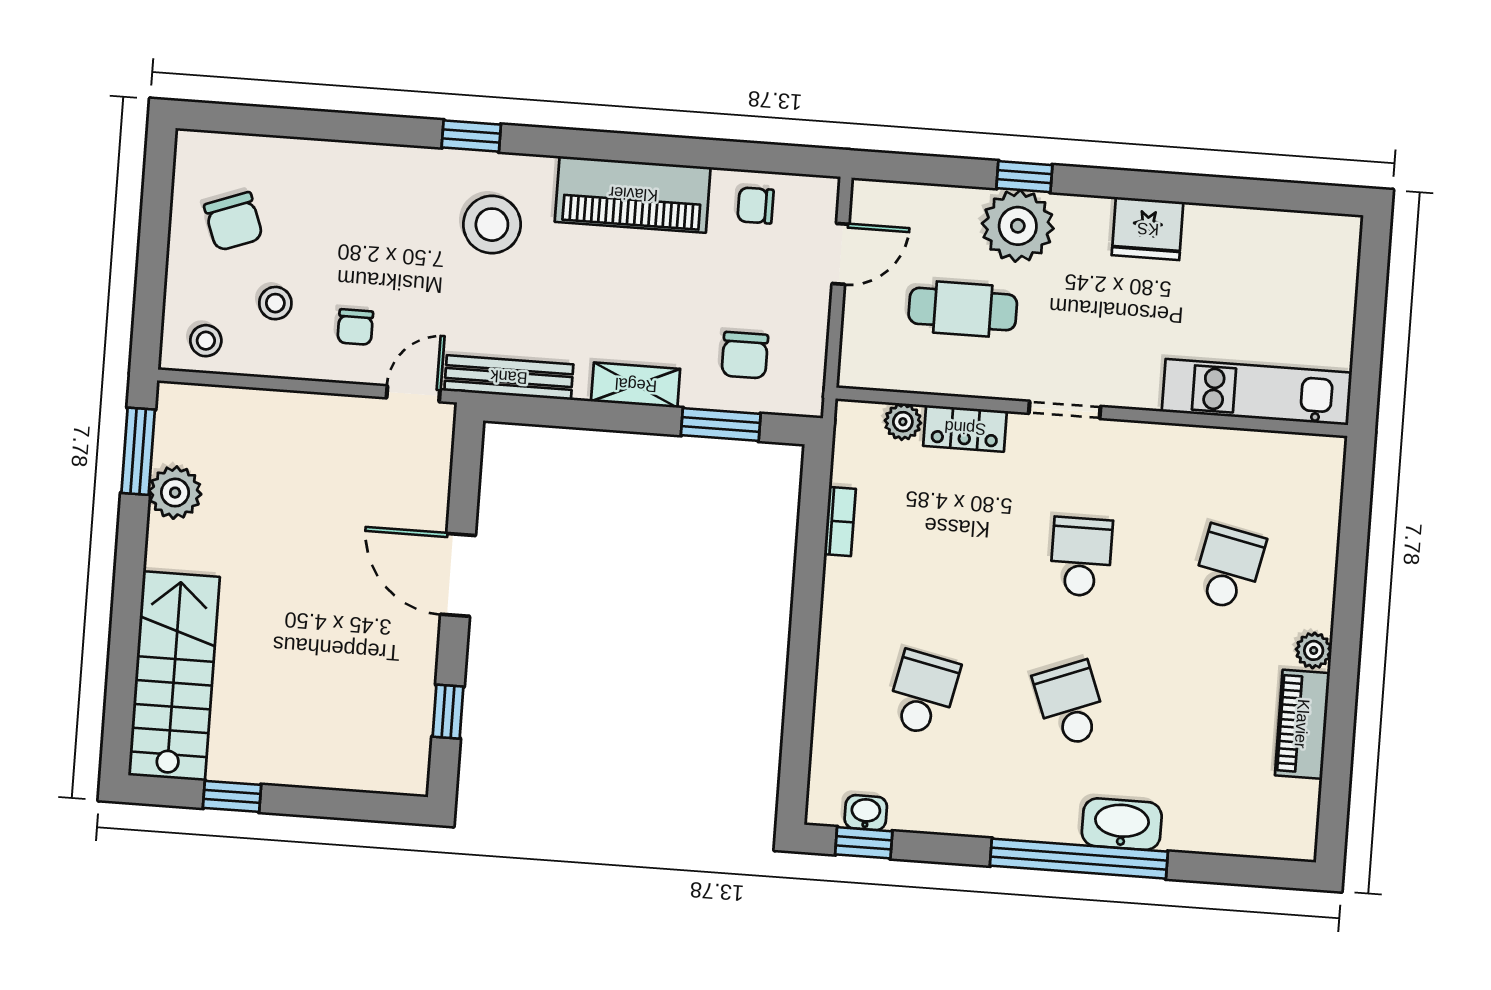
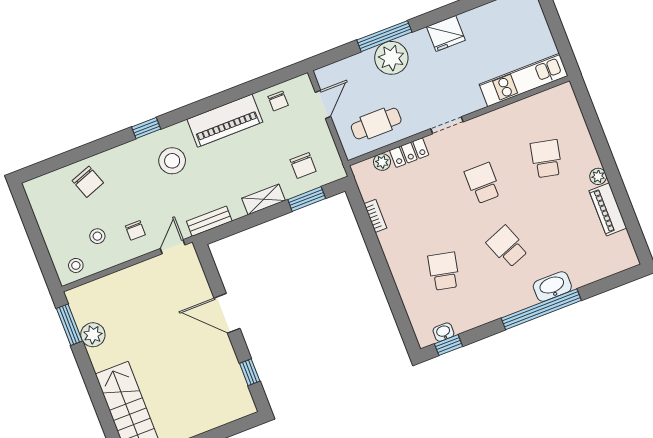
window: (1024, 177) -> (384, 36), width x2.17
chair: (756, 205) -> (278, 101), turned -90
chair: (233, 222) -> (88, 182), moved
cafe table: (963, 309) -> (376, 124), moved
bench: (509, 377) -> (209, 221), width x0.73

